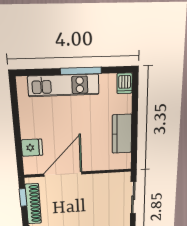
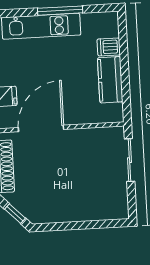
dishwasher: (125, 83) -> (109, 47), moved, turned 90

